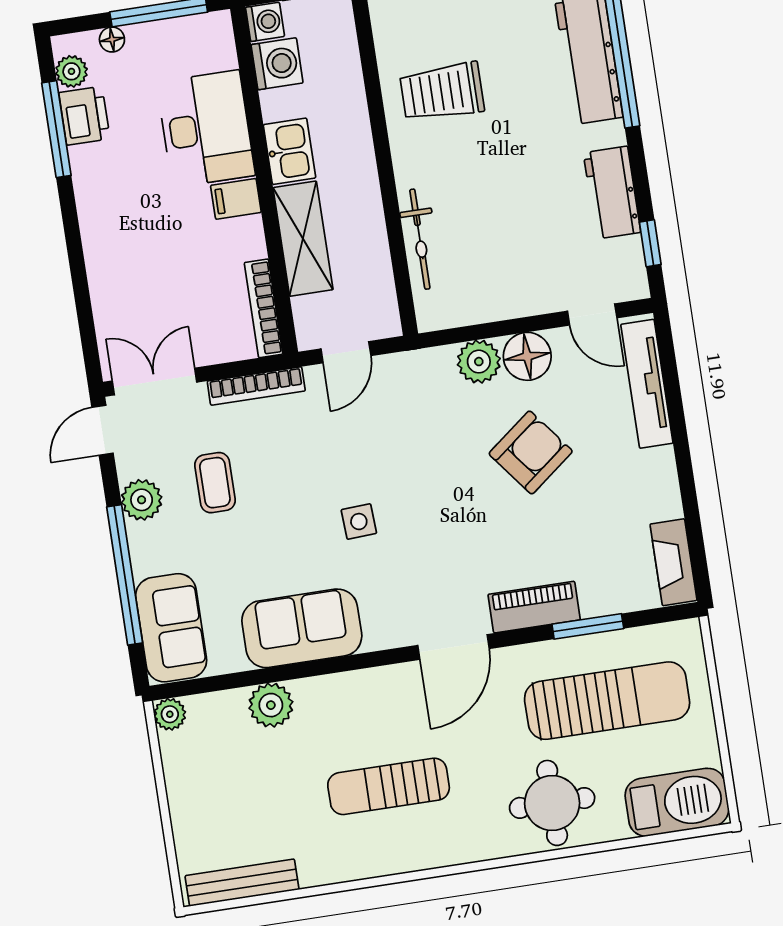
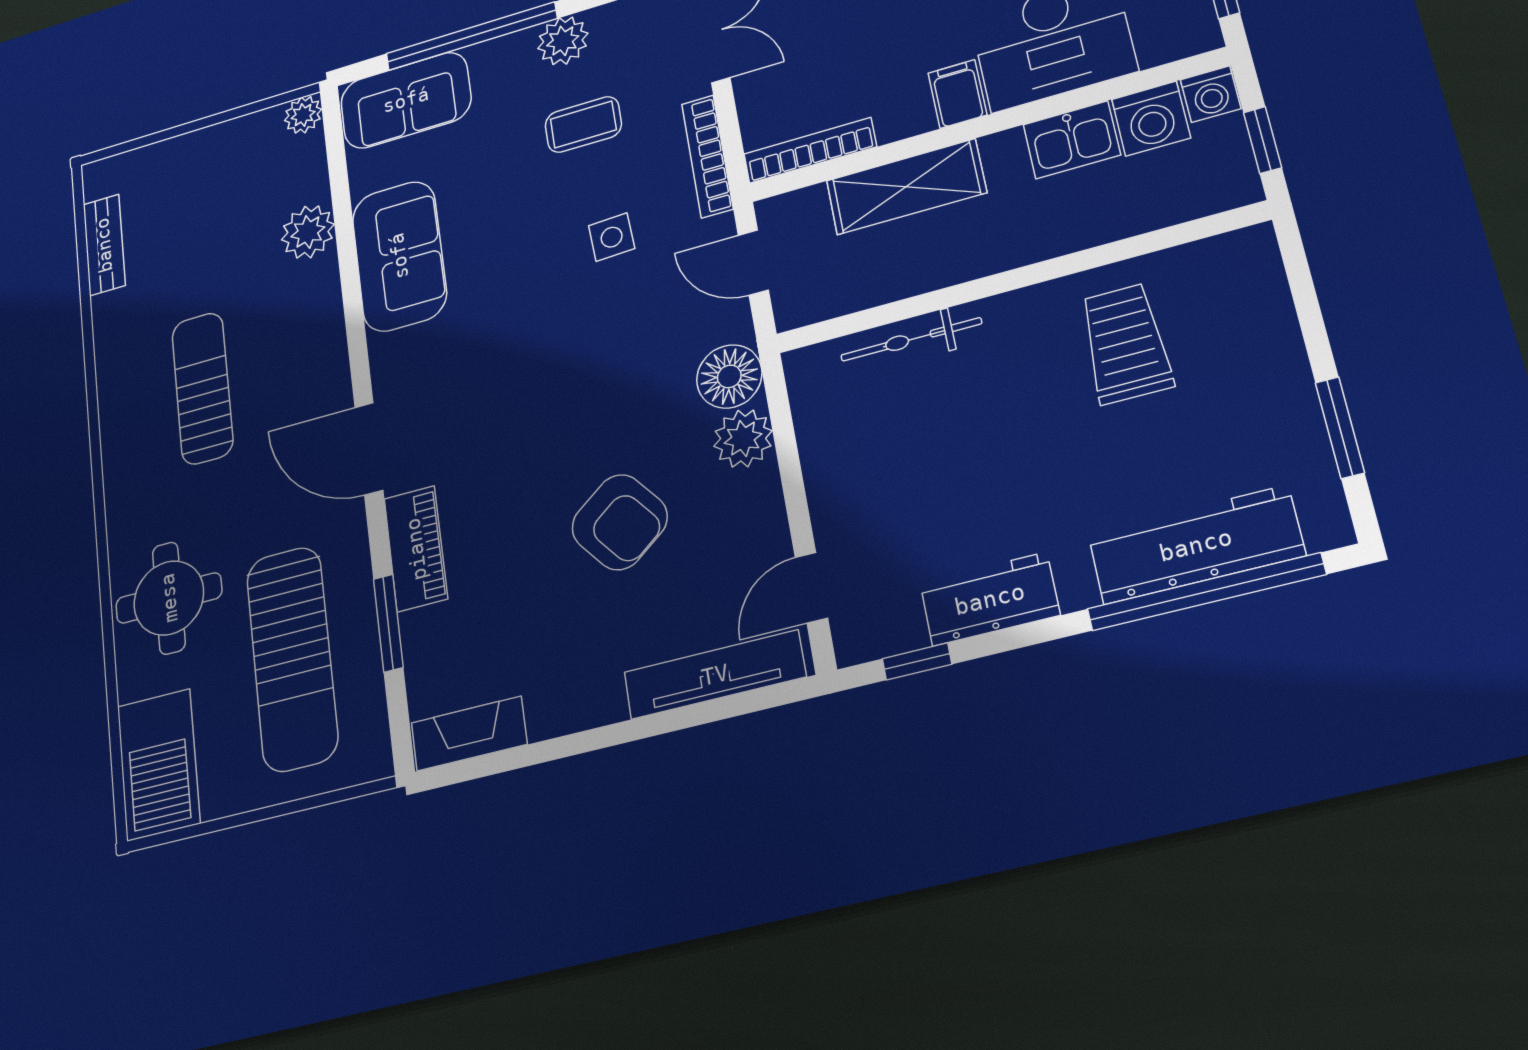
kitchen sink: (290, 151) -> (1072, 140), moved
floor lamp: (527, 356) -> (729, 376), moved
side table: (359, 522) -> (612, 237), moved
bench: (242, 883) -> (104, 245), width x0.73

